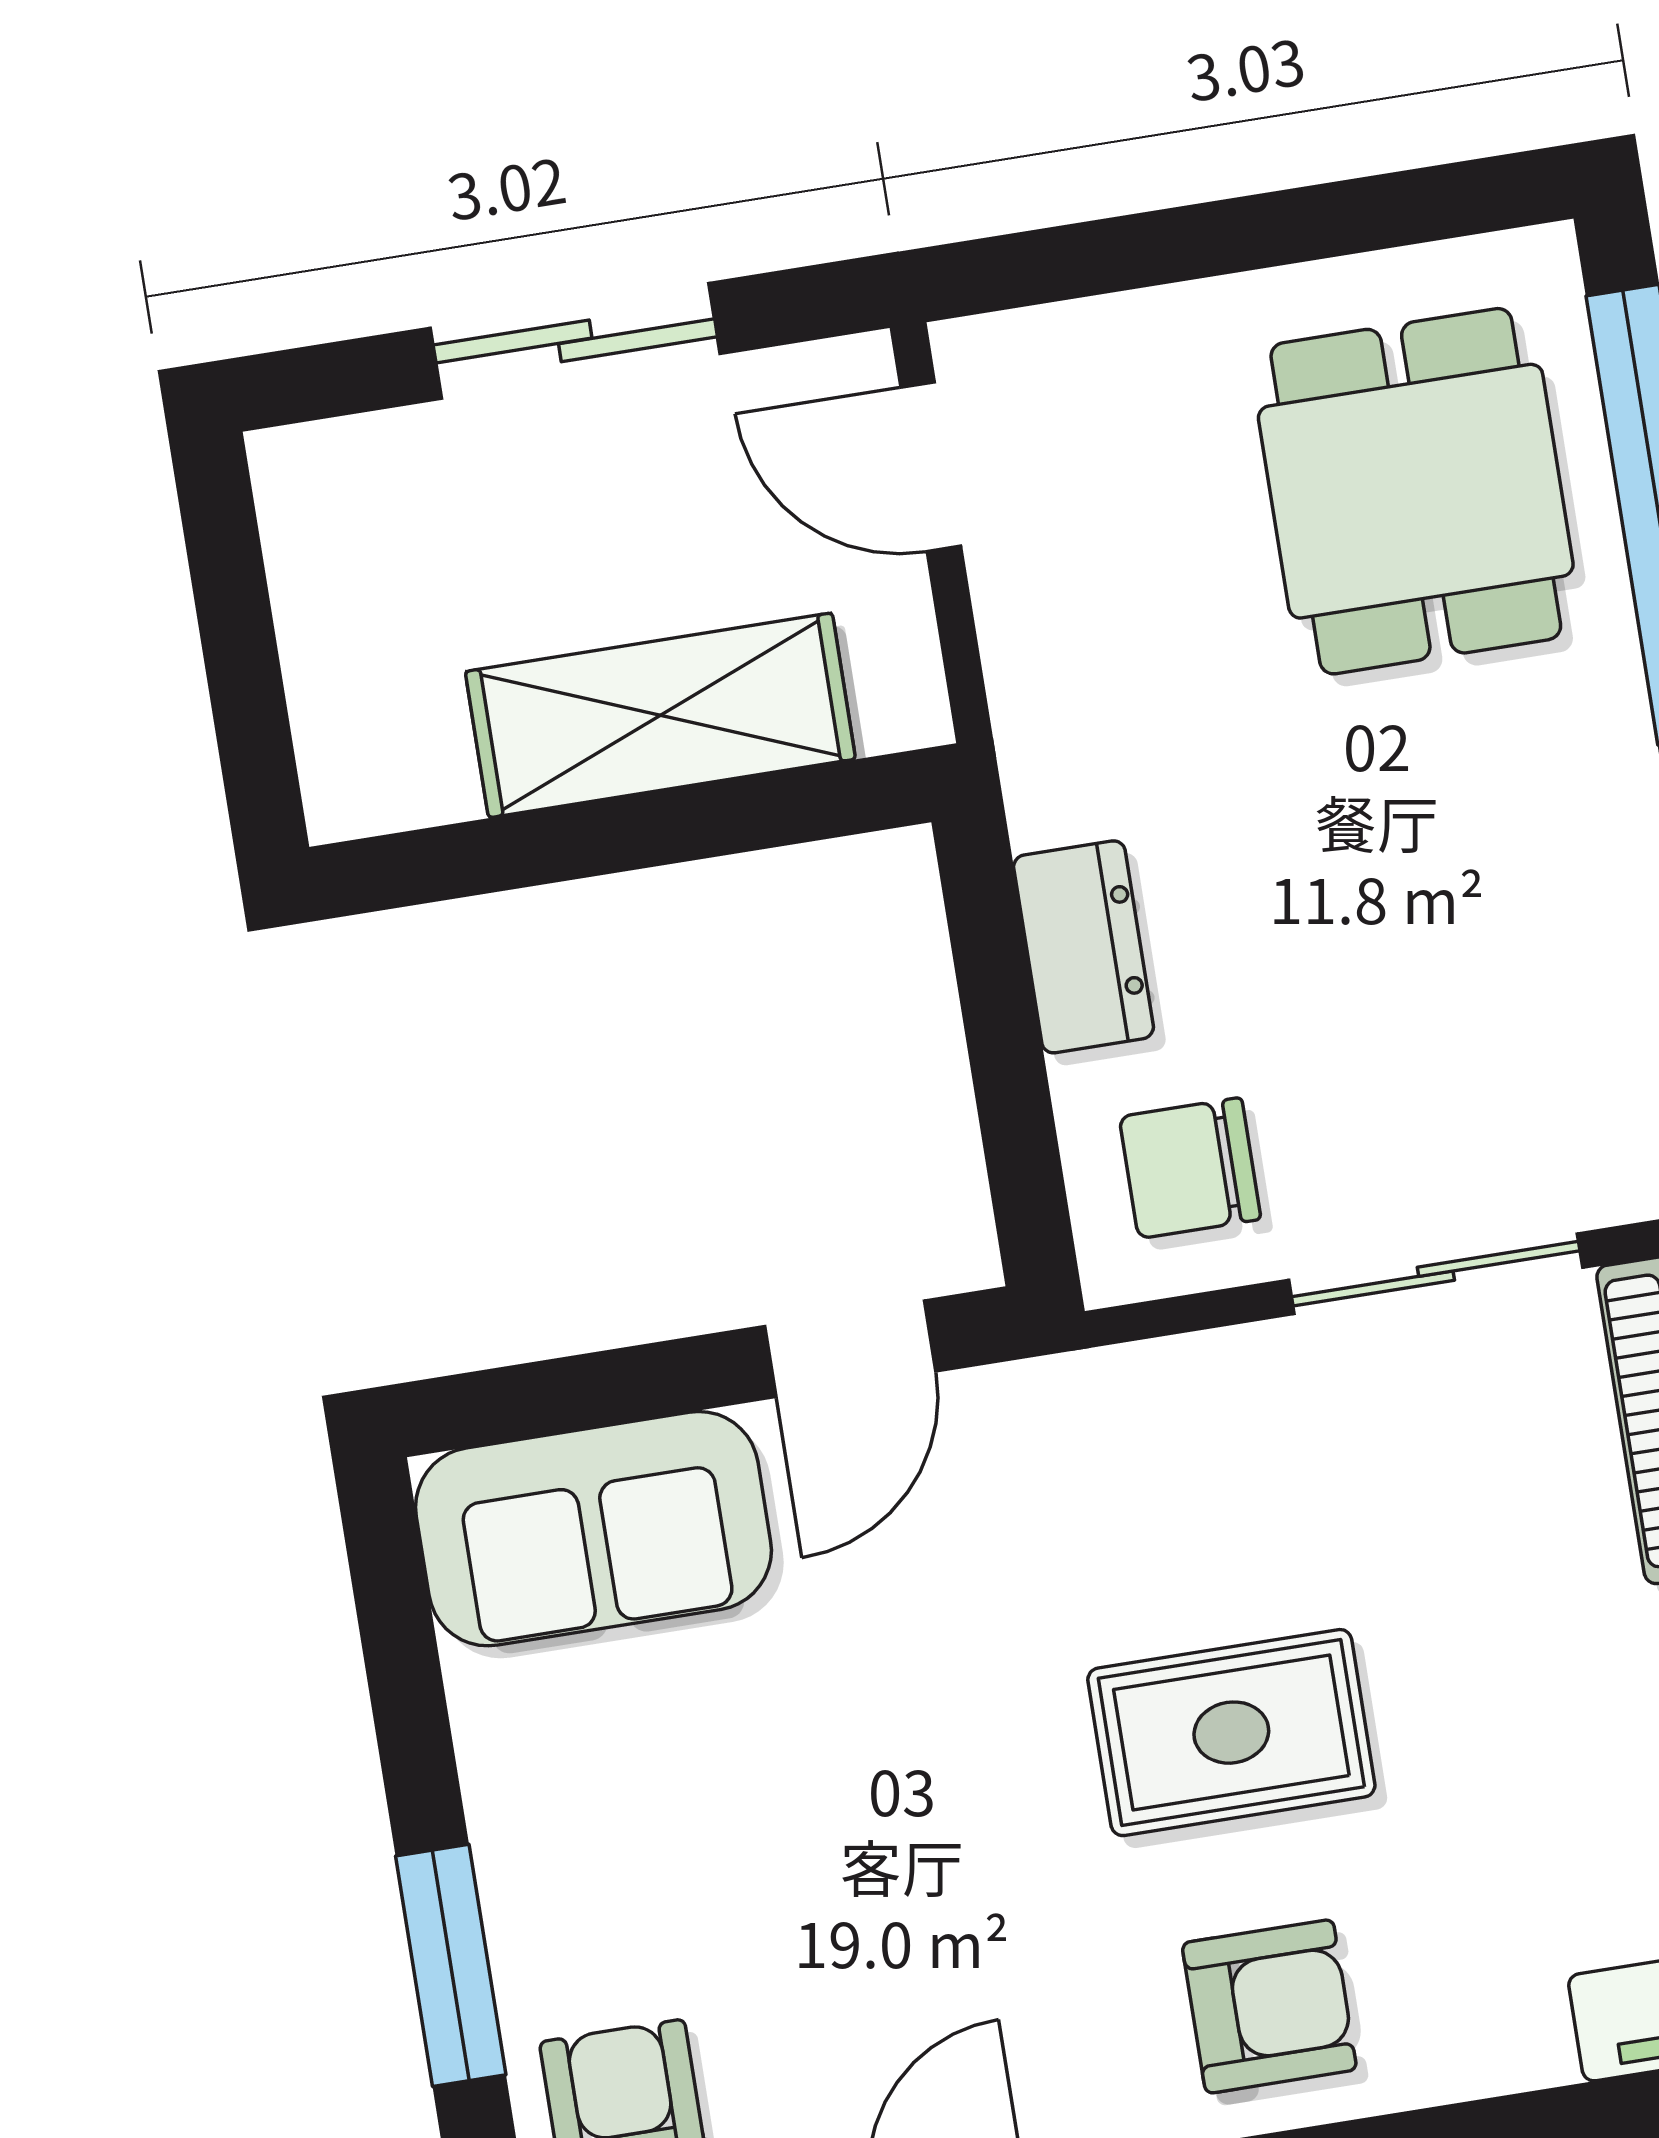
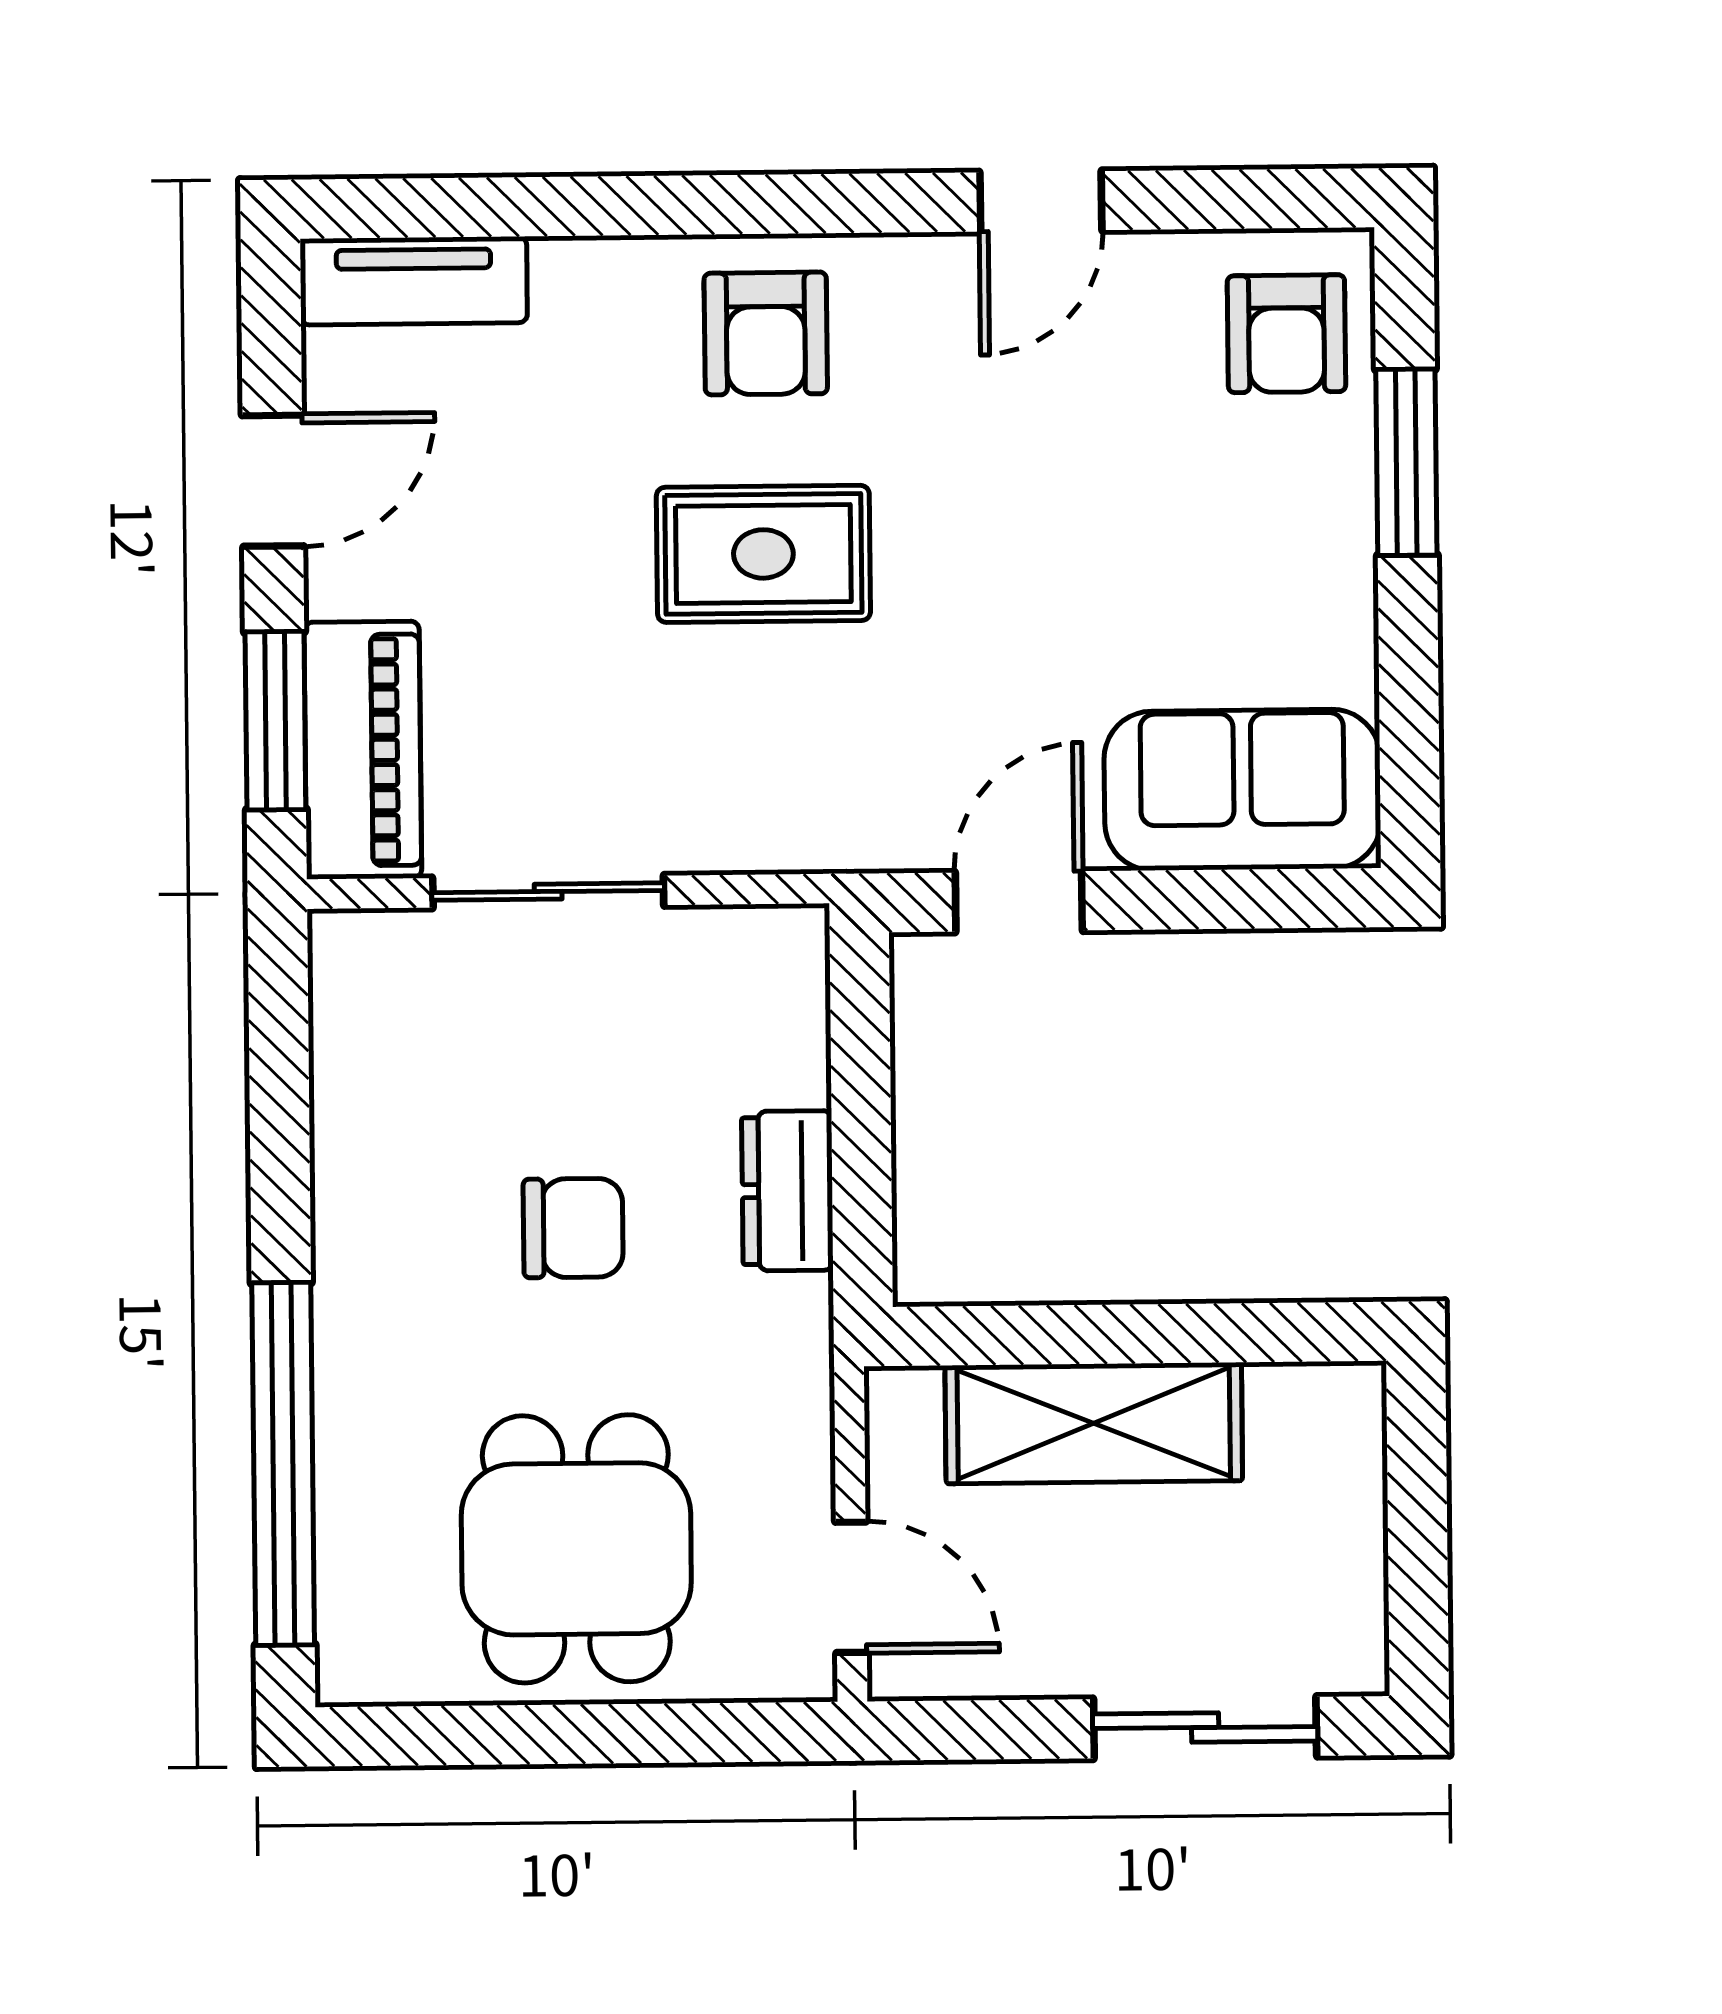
sliding door: (575, 341) -> (1205, 1728), moved
dining table: (1416, 491) -> (576, 1549), moved
chair: (1190, 1168) -> (573, 1228), moved
armchair: (1269, 2006) -> (766, 333), turned -90

